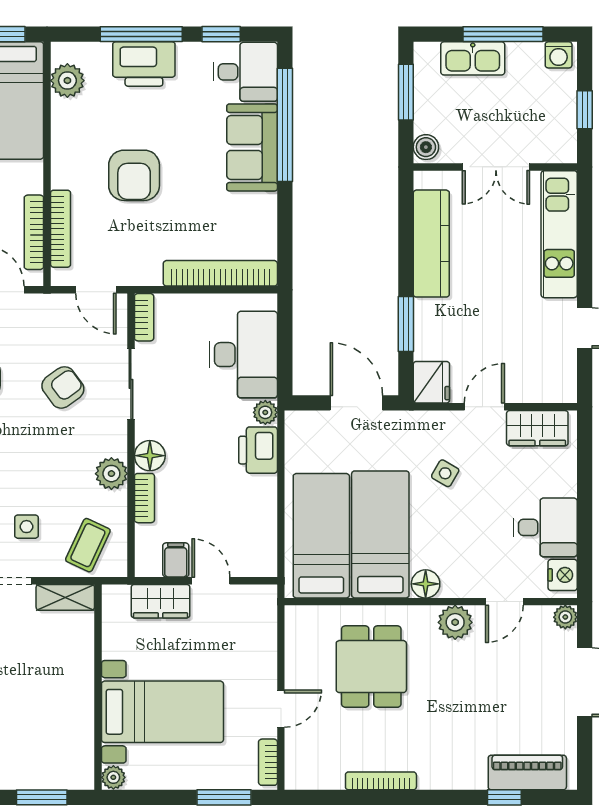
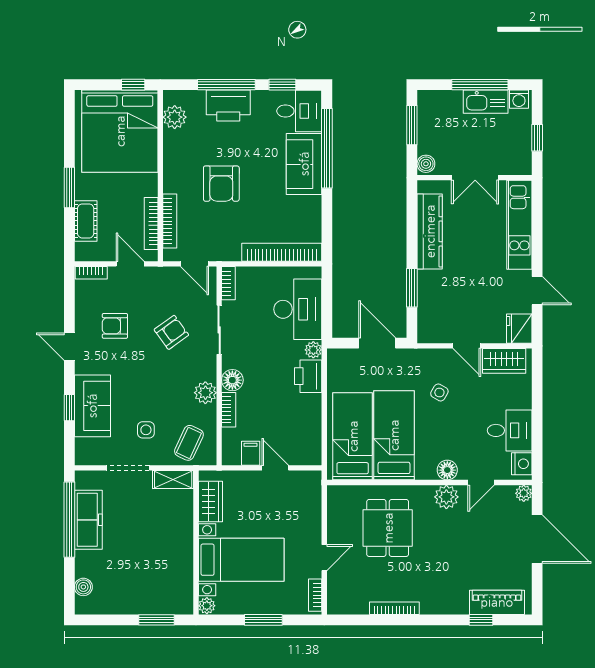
kitchen sink: (473, 58) -> (486, 102), moved
fridge: (431, 382) -> (519, 329), moved, turned 180
door: (484, 407) -> (467, 346), swing flipped
floor lamp: (426, 584) -> (447, 470), moved
wardrobe: (161, 601) -> (210, 502), moved, turned -90
window: (224, 797) -> (263, 620), moved

